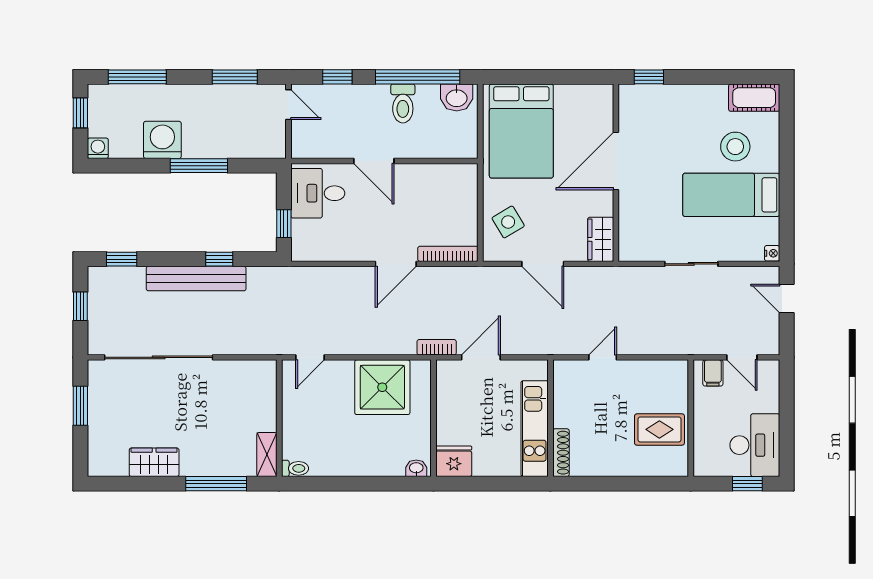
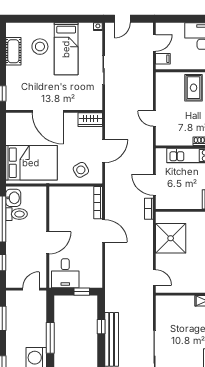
cot: (754, 98) -> (13, 51), moved
toilet: (403, 103) -> (17, 214), moved
door: (289, 105) -> (31, 289), moved

